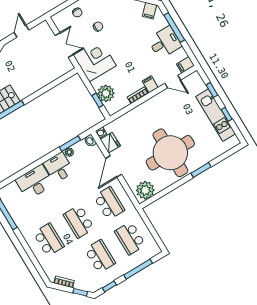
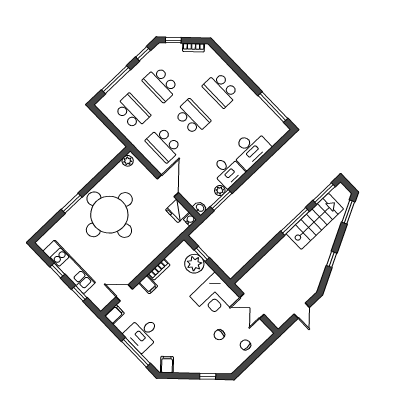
plant: (145, 190) -> (128, 161), width x0.53, depth x0.53

